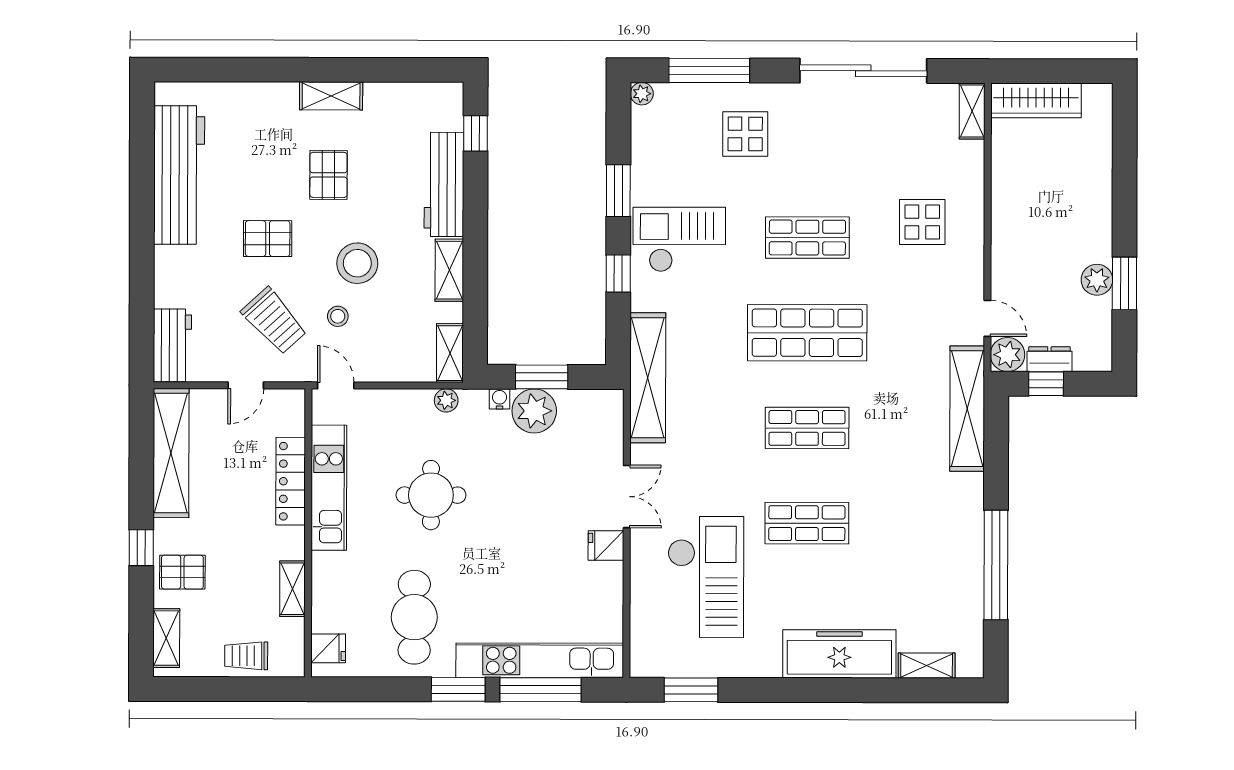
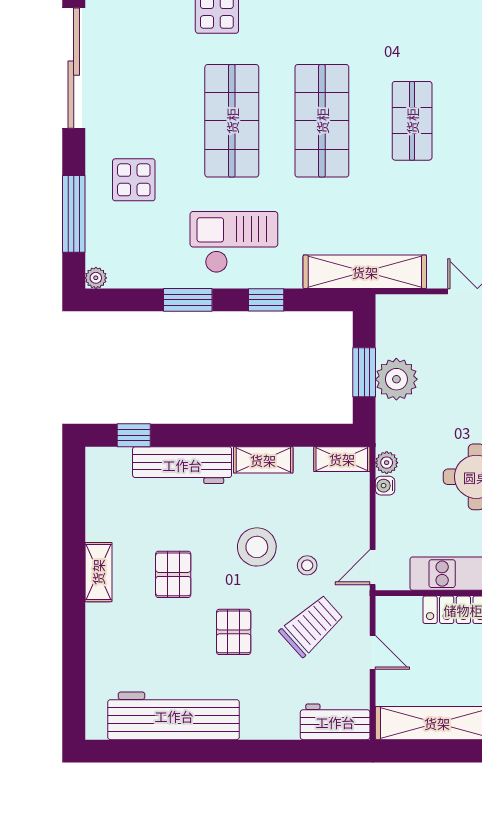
pallet: (328, 175) -> (173, 574), turned 90
shop shelf: (807, 238) -> (232, 121), width x1.43, depth x1.36
checkout: (679, 240) -> (234, 242), turned 90
water cooler: (500, 399) -> (385, 486), moved

